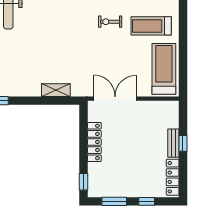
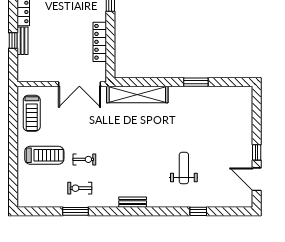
treadmill: (164, 69) -> (32, 113), width x0.73, depth x0.73
shelving: (56, 90) -> (137, 95), width x2.20, depth x1.33

